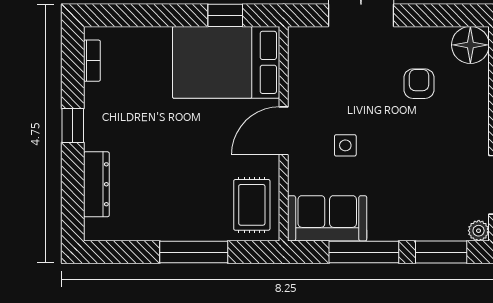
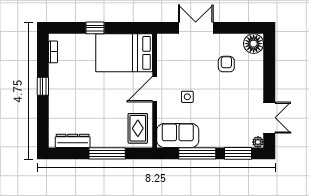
window: (225, 15) -> (95, 28), moved
dresser: (96, 184) -> (73, 141), moved, turned -90

